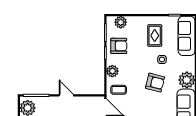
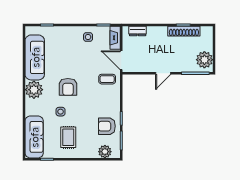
plant: (112, 71) -> (114, 99), removed
armchair: (155, 83) -> (68, 87), turned -104
door: (66, 95) -> (163, 73), hinge flipped

